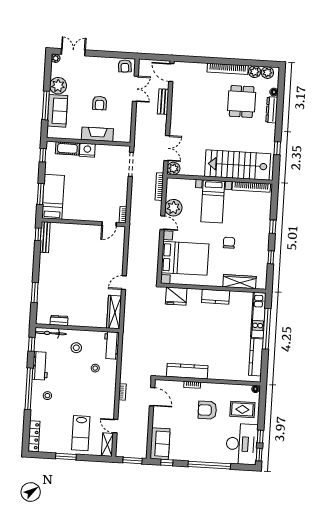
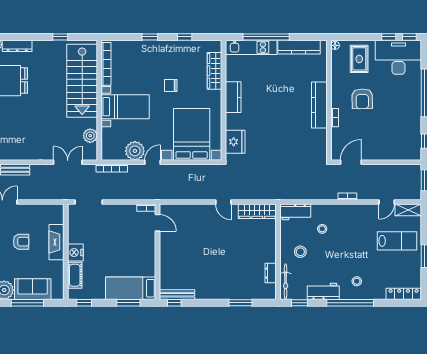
plant: (174, 168) -> (90, 136), moved
kitchen counter: (187, 371) -> (319, 105), moved
sofa: (160, 444) -> (404, 150), removed

